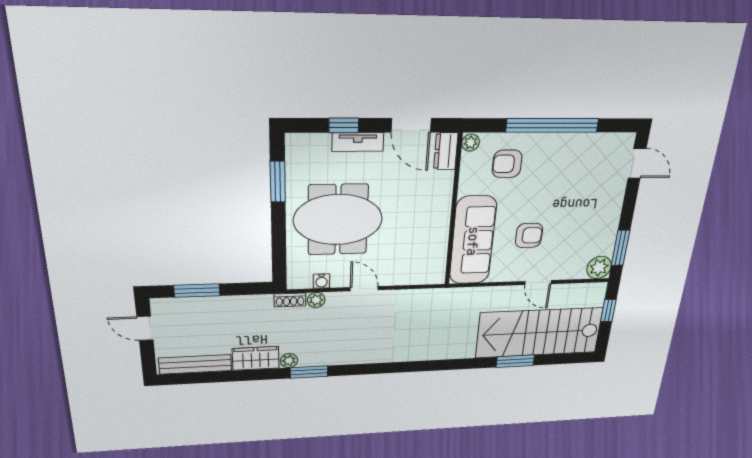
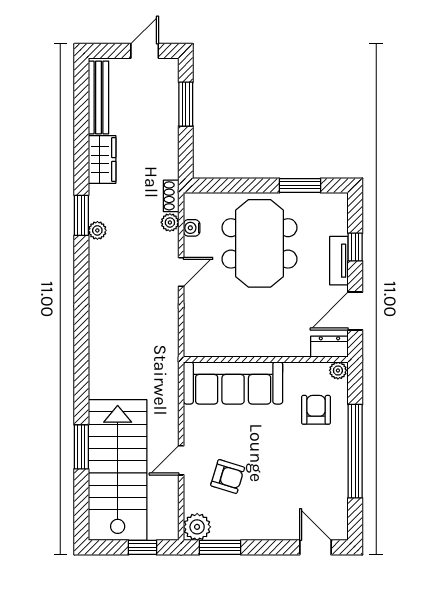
door: (637, 163) -> (315, 547), swing flipped
armchair: (529, 235) -> (228, 476), moved, turned -73
plant: (289, 361) -> (97, 230), moved

